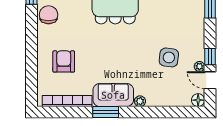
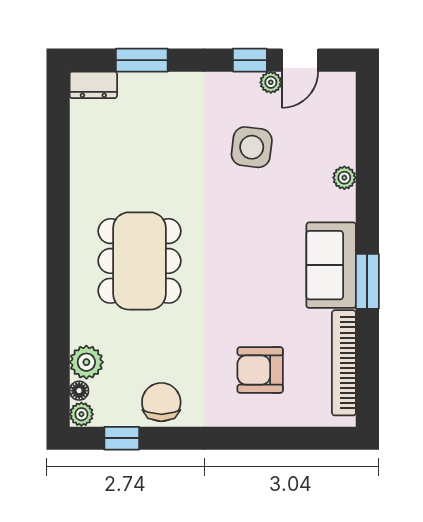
chair: (49, 15) -> (161, 402), turned 90
floor lamp: (198, 100) -> (342, 85), removed
plant: (140, 101) -> (344, 178), moved

